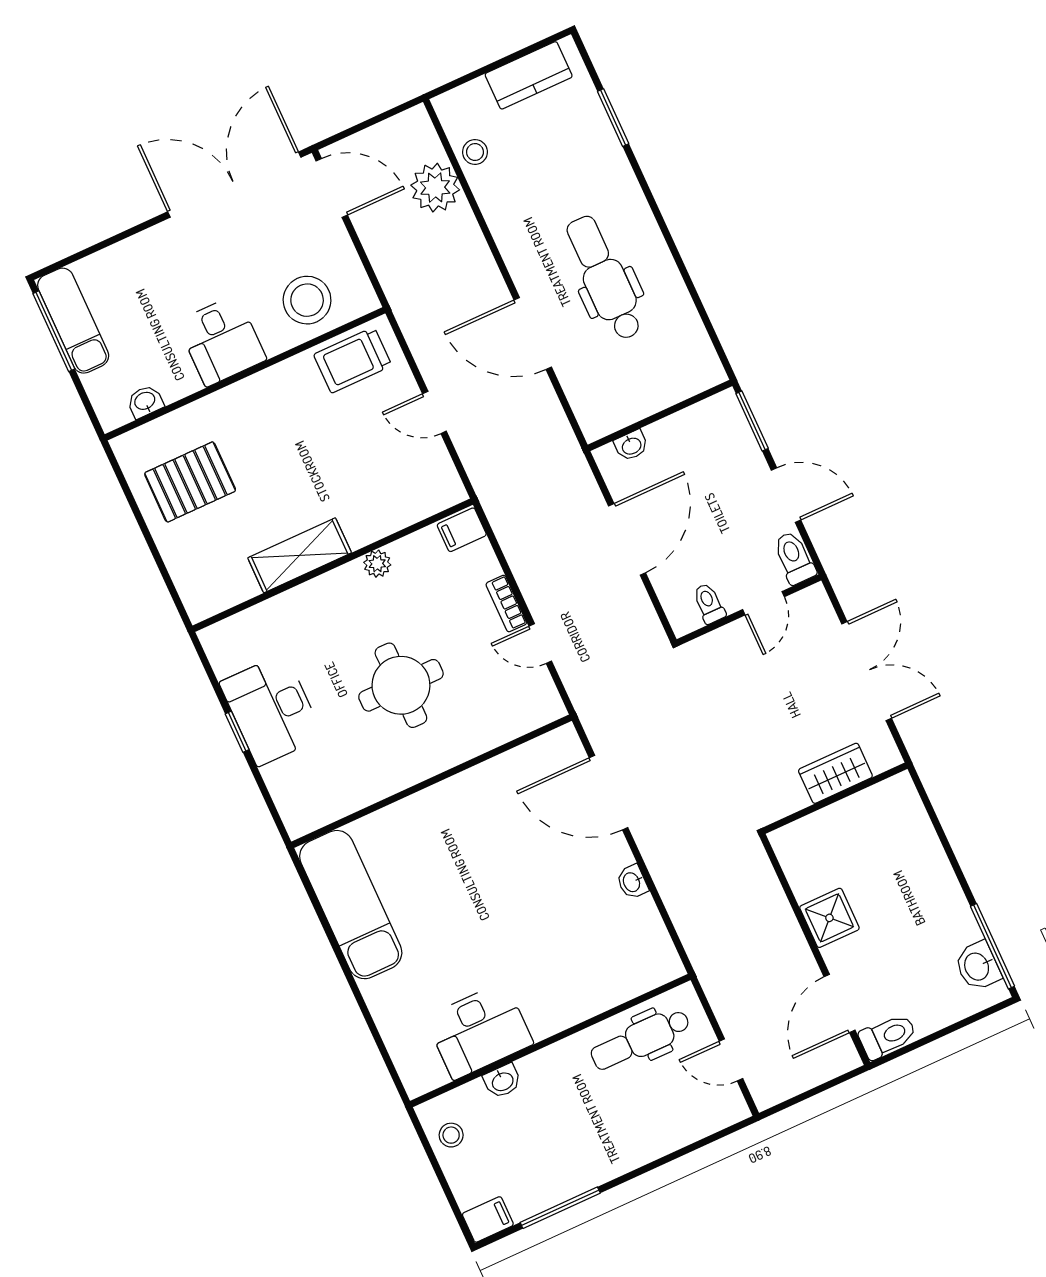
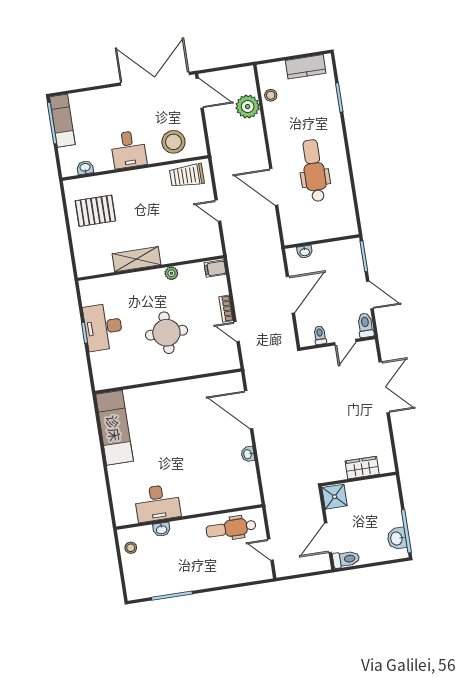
wardrobe: (835, 773) -> (362, 468), moved
wall: (835, 798) -> (359, 479), moved
filing cabinet: (488, 1219) -> (137, 592), removed

